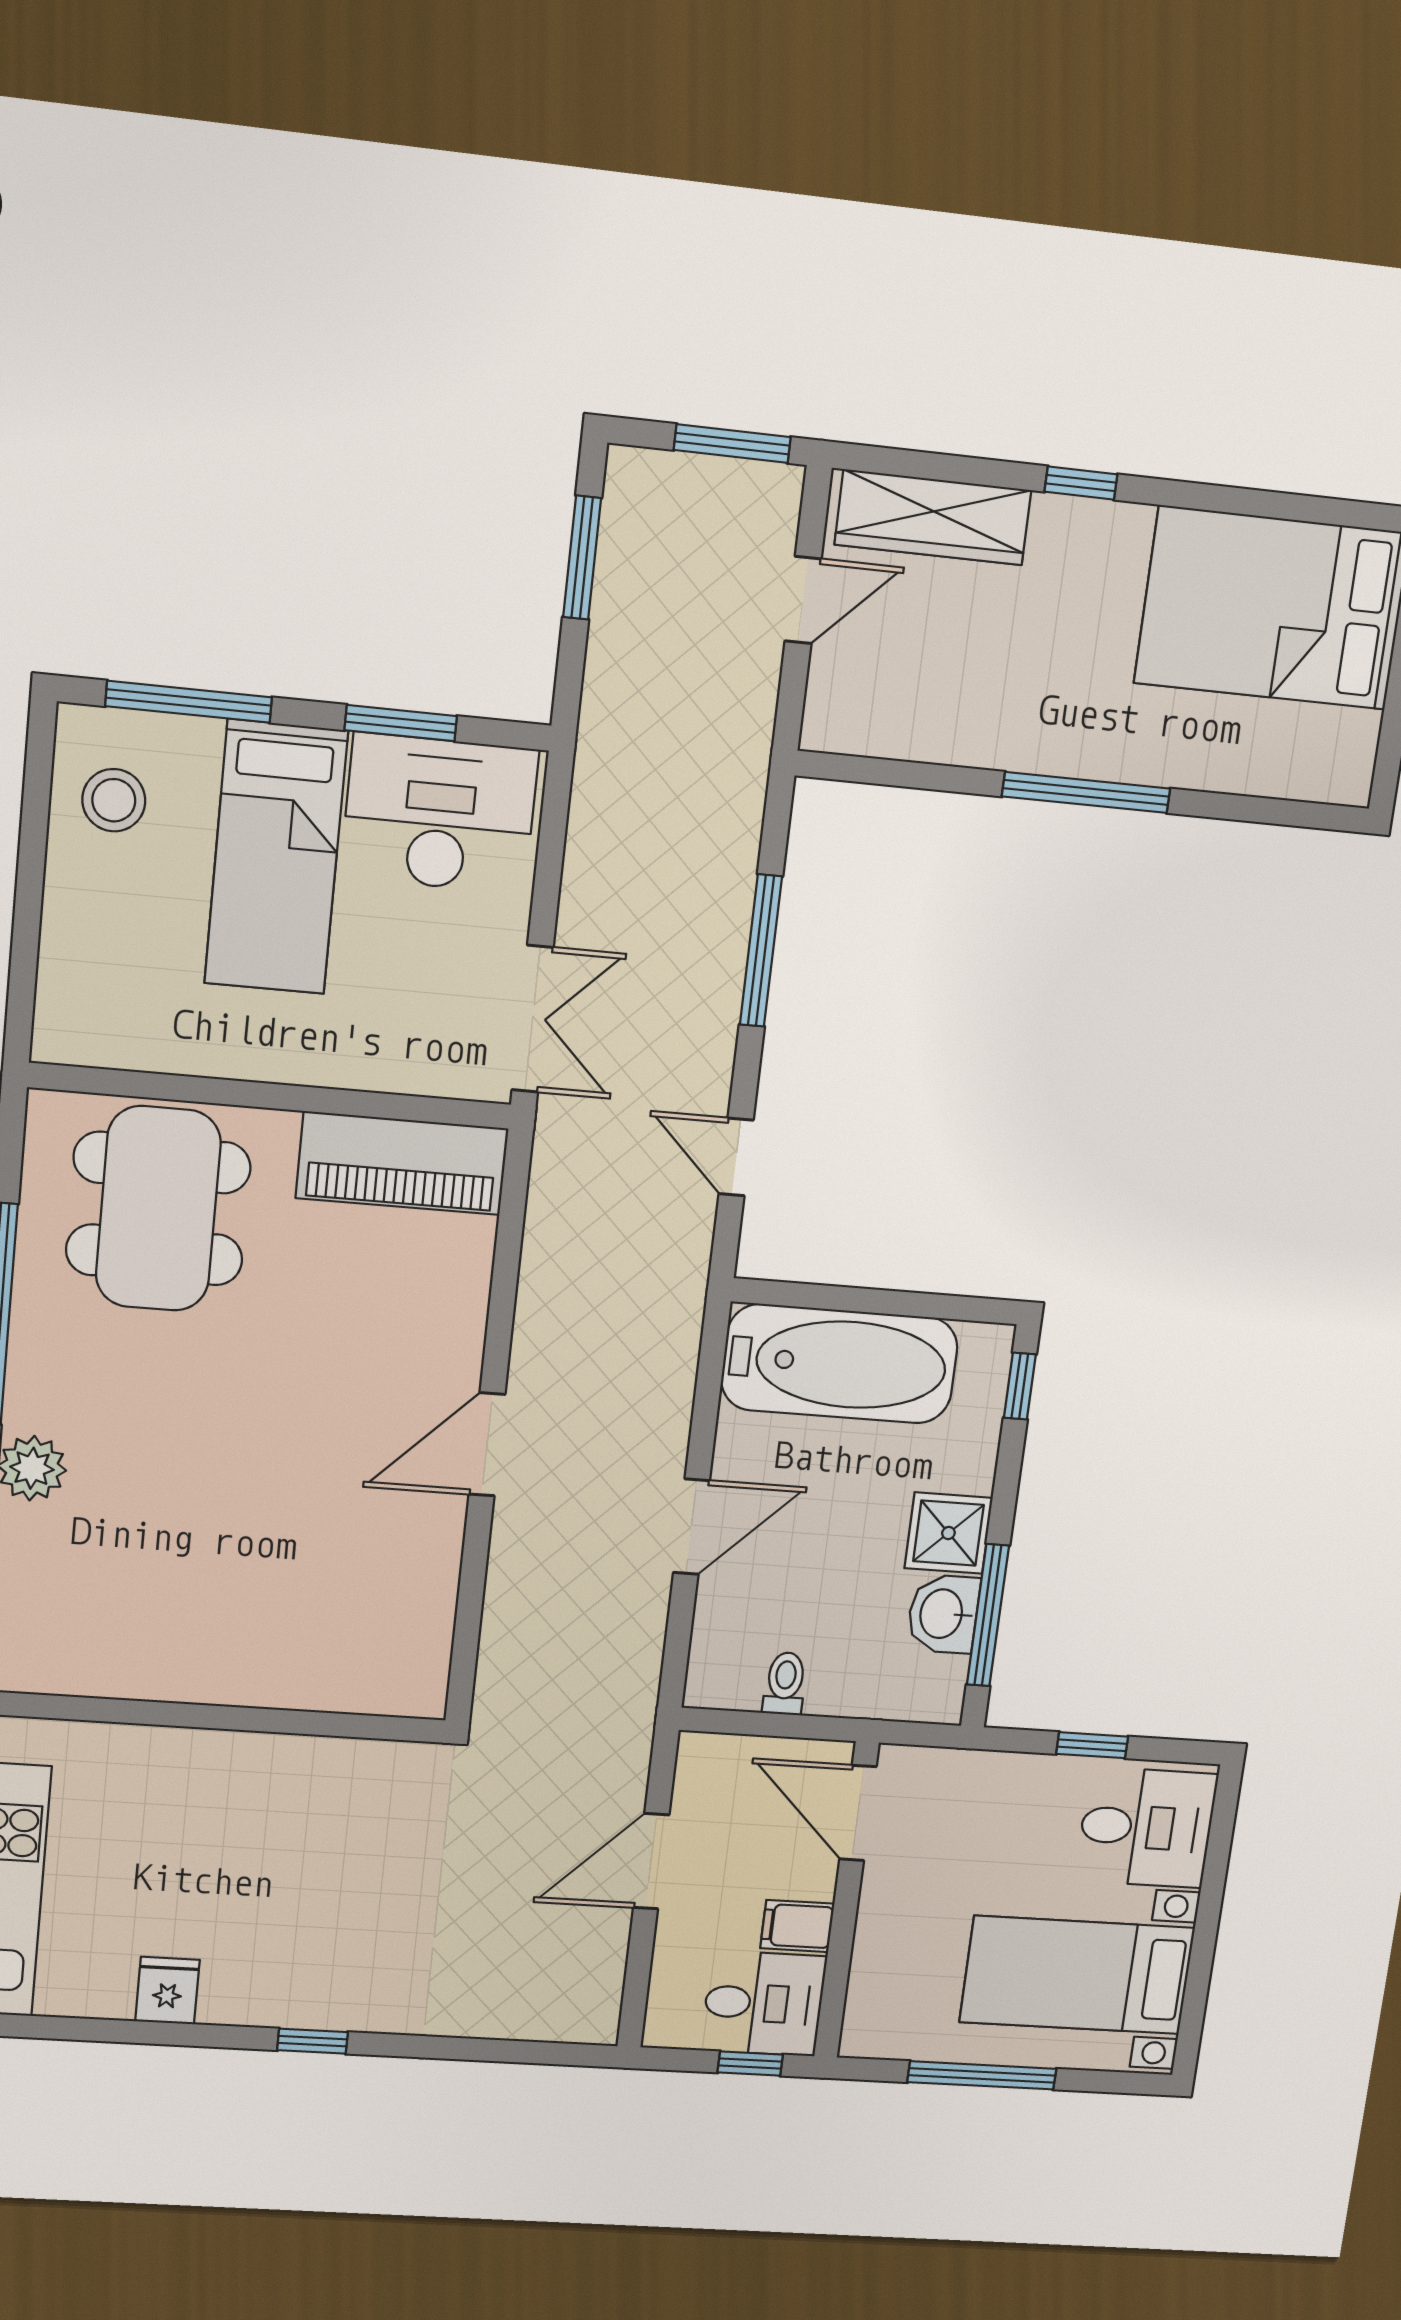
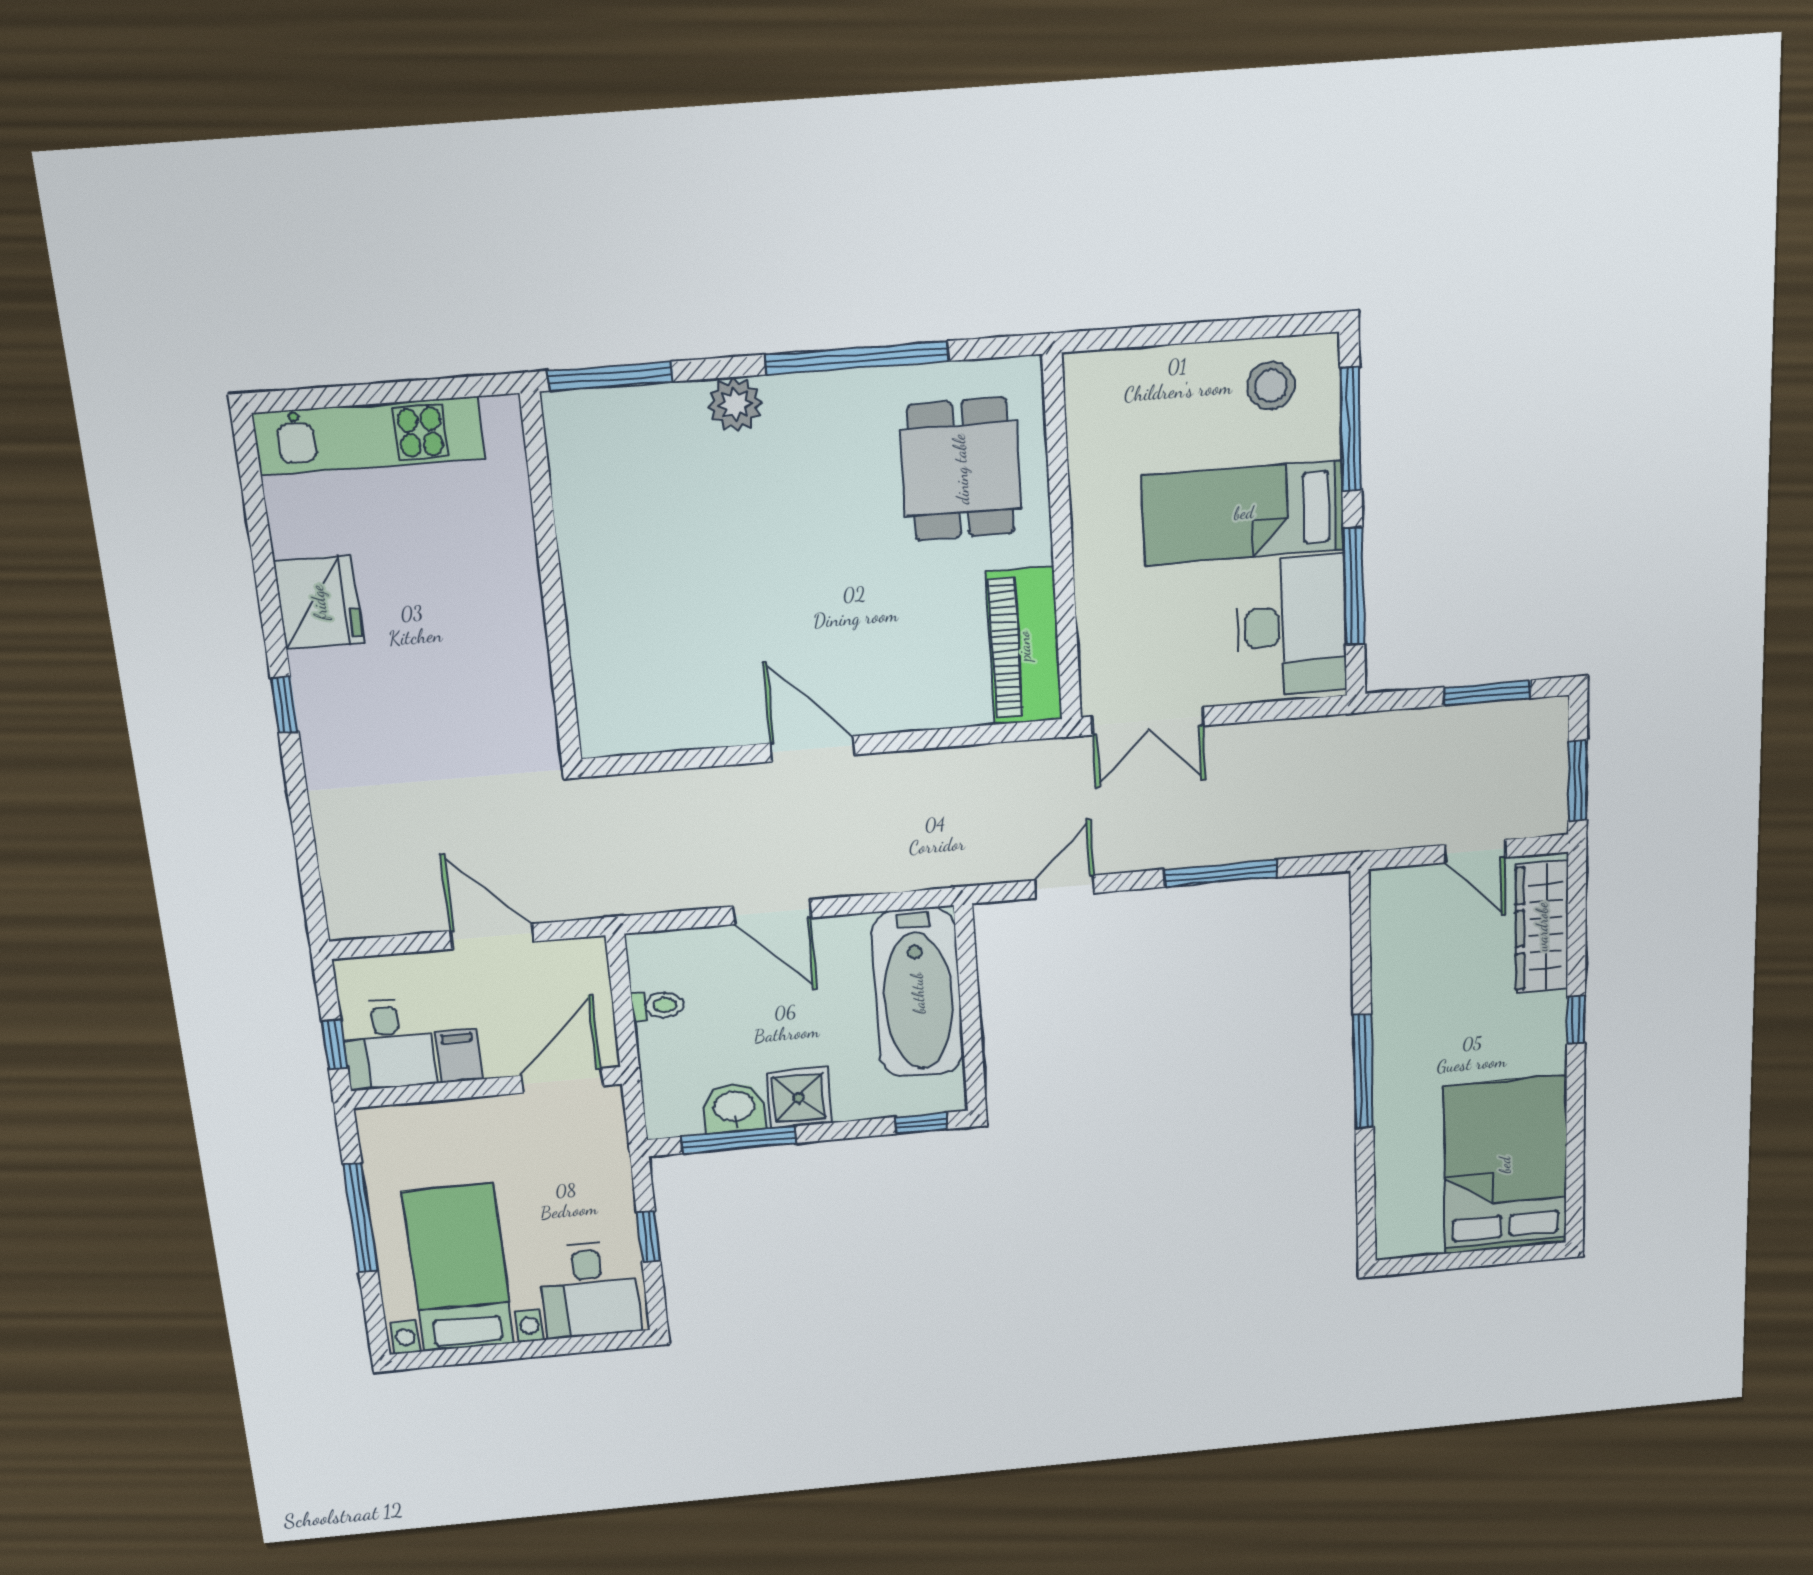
window: (401, 723) -> (1354, 586), width x1.44
dining table: (158, 1209) -> (961, 469), width x0.73
fridge: (167, 1991) -> (319, 602), width x1.88, depth x1.34

